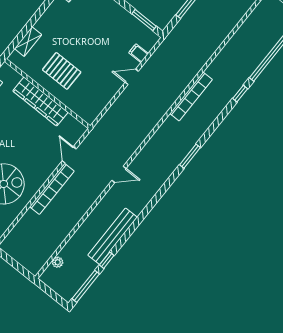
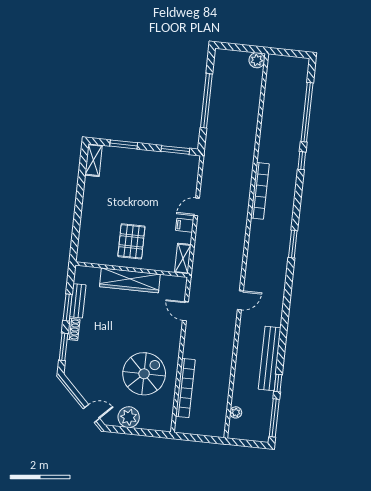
shelving: (28, 42) -> (183, 259), moved
filing cabinet: (139, 53) -> (185, 225), moved
pallet: (62, 71) -> (131, 241), turned 90
bookcase: (52, 189) -> (185, 388), moved

